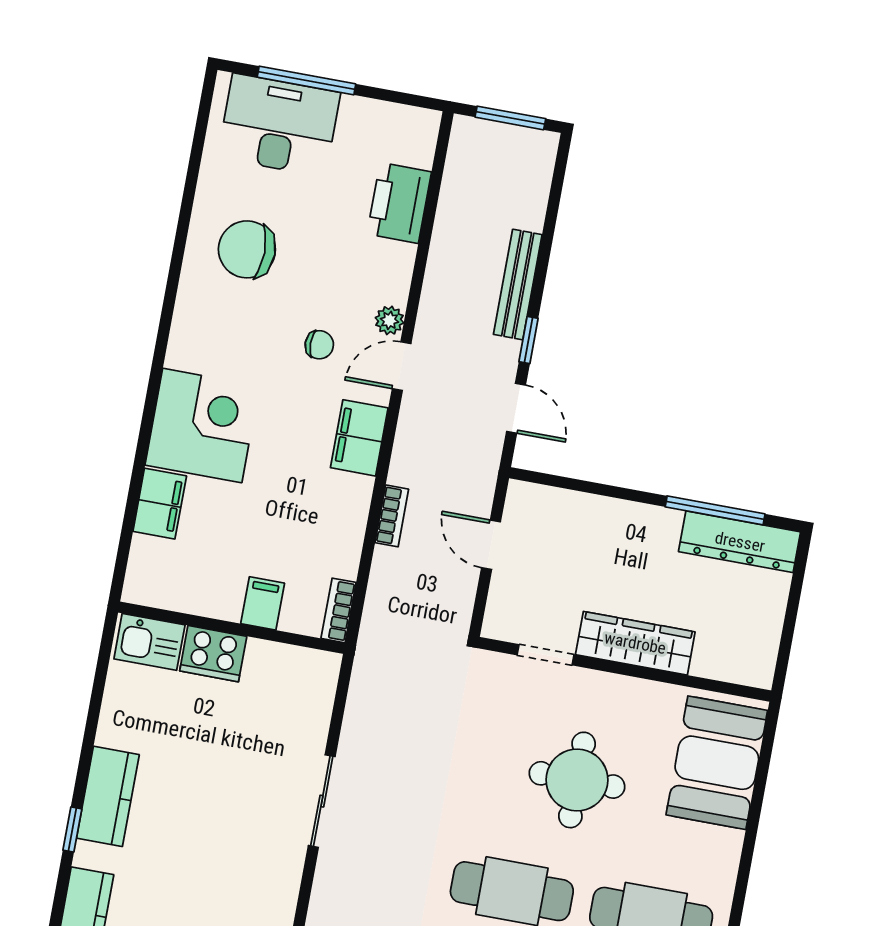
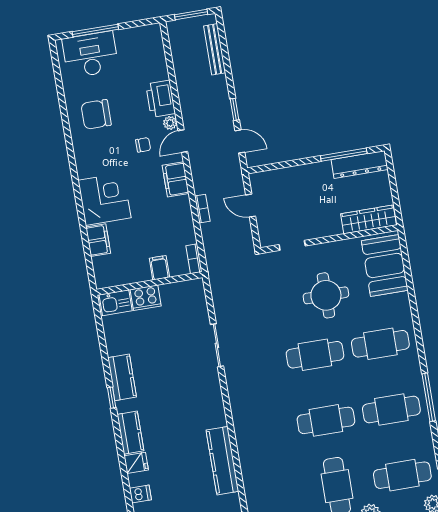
printer: (399, 203) -> (161, 99), moved
bench: (518, 285) -> (215, 49), moved
wardrobe: (635, 643) -> (369, 219), moved

